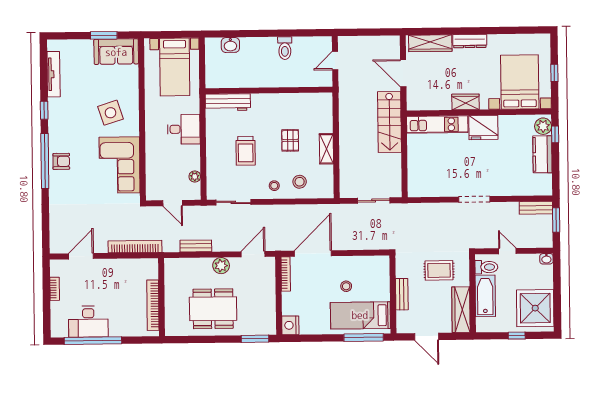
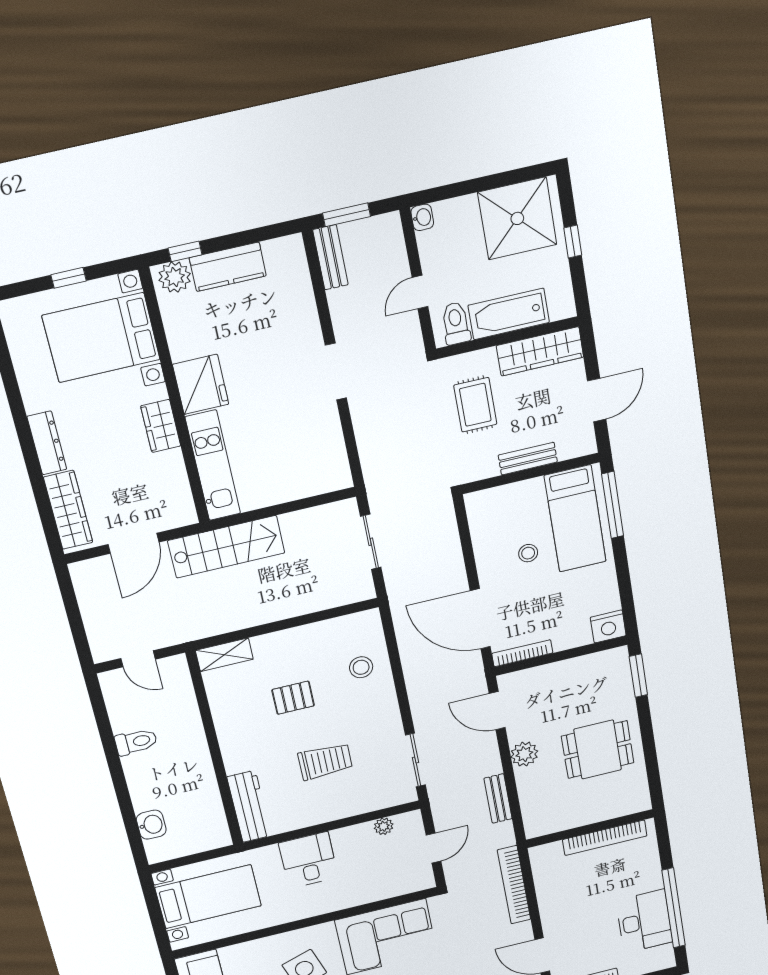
shelving: (326, 149) -> (224, 655), moved
stool: (274, 186) -> (375, 705), removed
dining table: (213, 309) -> (598, 749), width x0.73

